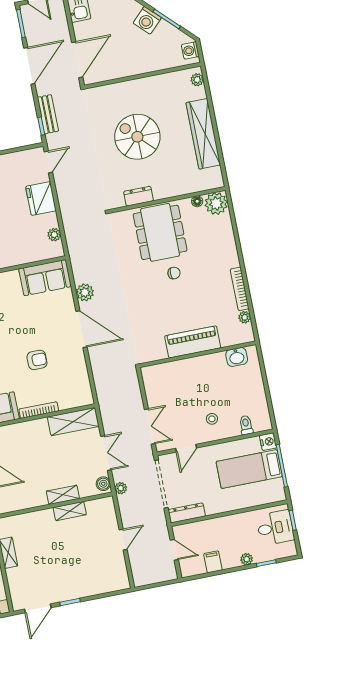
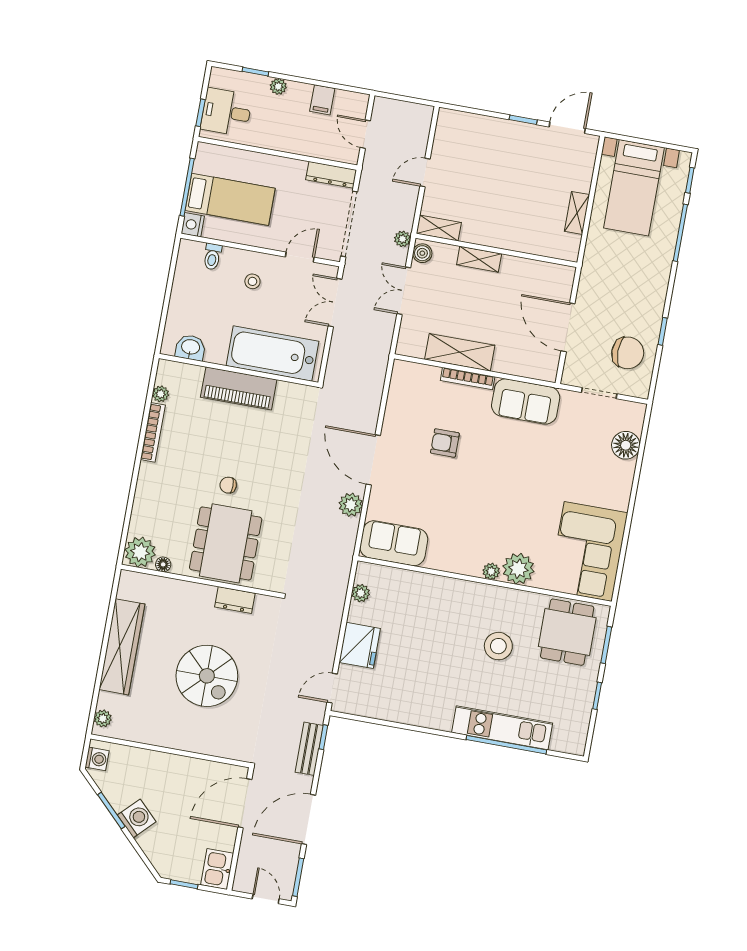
bathtub: (179, 375) -> (272, 353), added
shelving: (73, 422) -> (460, 352), moved
shelving: (70, 511) -> (439, 228), moved

